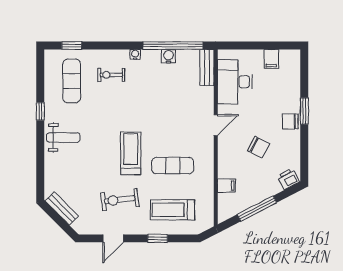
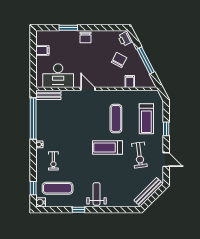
water cooler: (169, 56) -> (41, 202), moved
window: (304, 111) -> (68, 28), moved
chair: (259, 147) -> (119, 60), moved
bench: (62, 208) -> (148, 192), width x1.36

